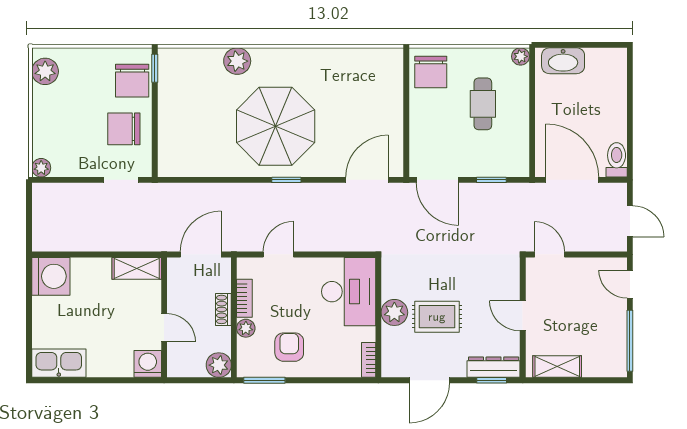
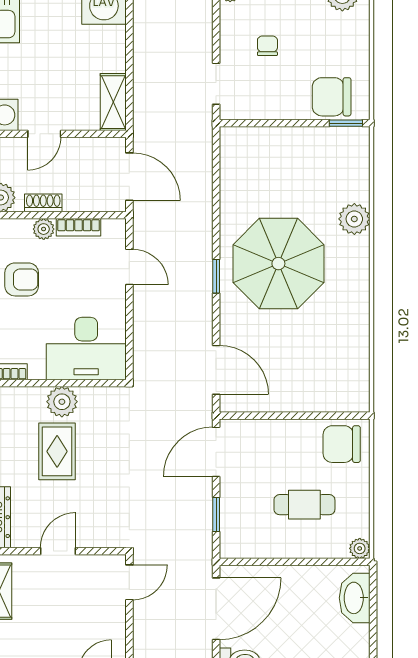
chair: (124, 129) -> (267, 46), moved, width x0.54, depth x0.54
shoe rack: (223, 309) -> (43, 203), moved

